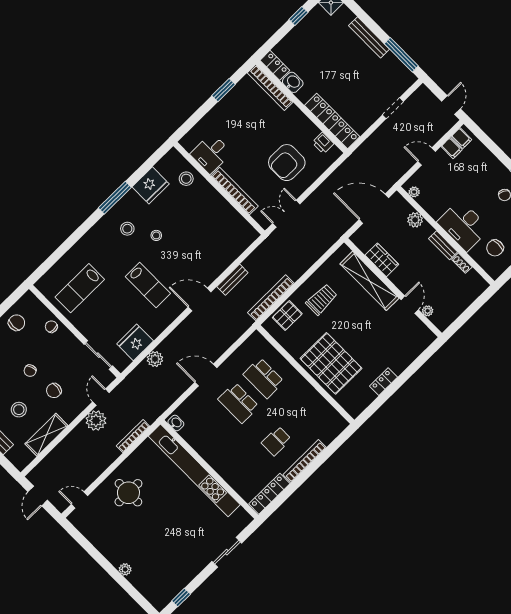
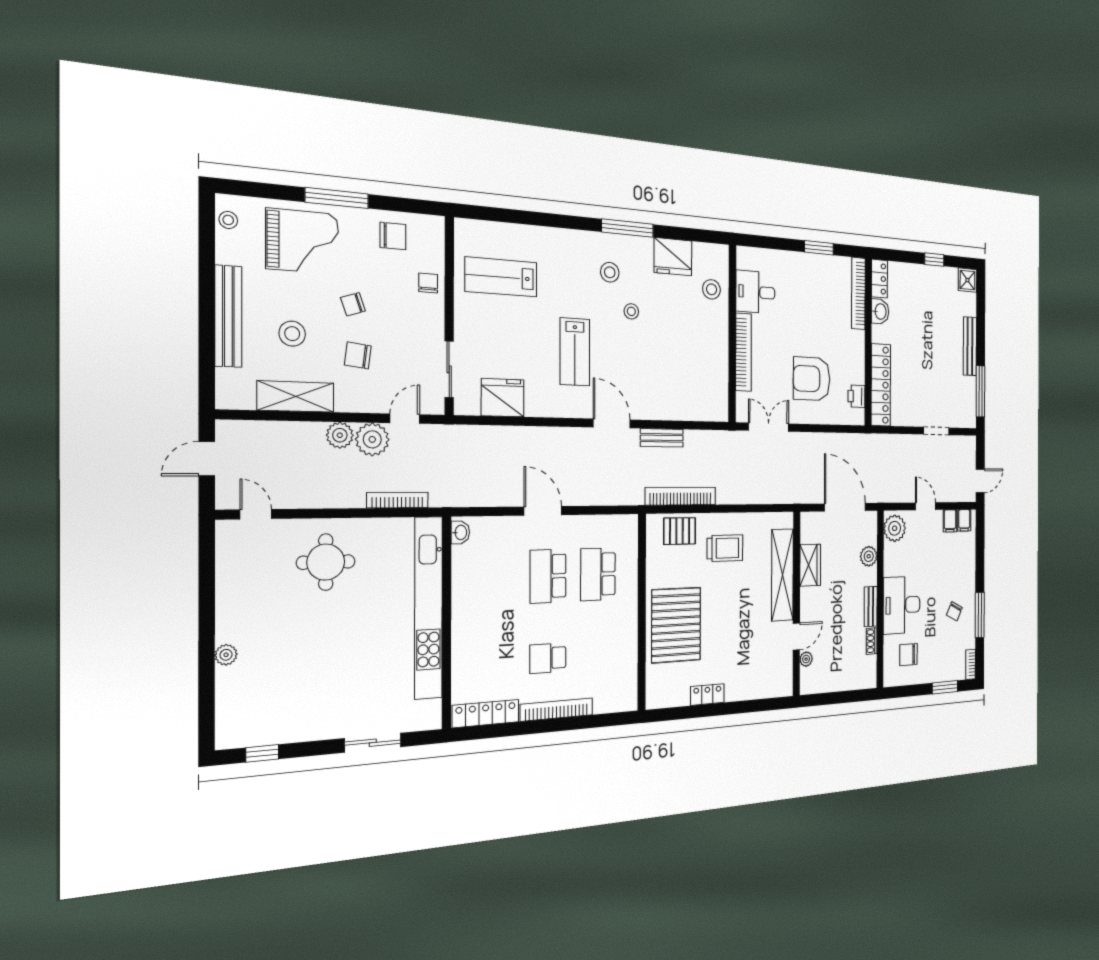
plant: (414, 192) -> (895, 528), width x1.88, depth x1.88
plant: (155, 359) -> (340, 435), moved

